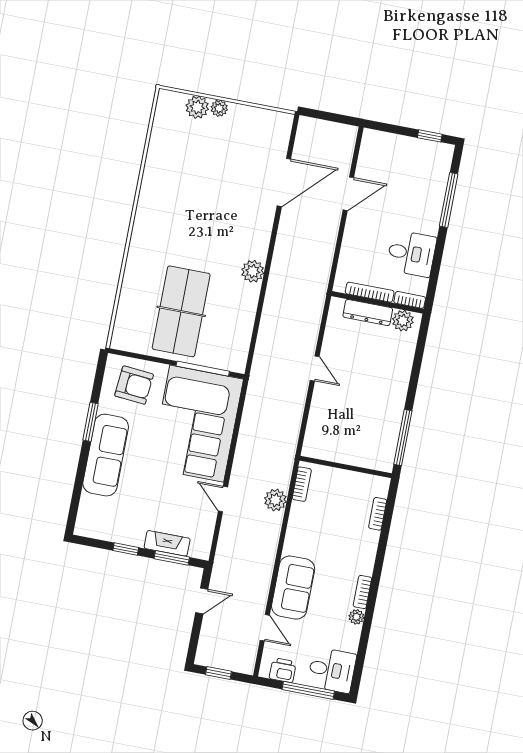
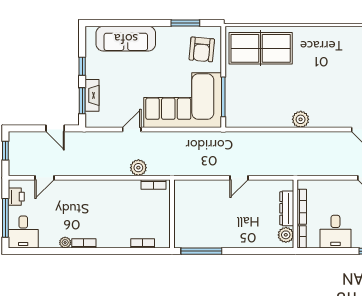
table tennis table: (181, 311) -> (261, 48), moved
window: (90, 422) -> (185, 23), moved
sofa: (106, 455) -> (126, 39), moved
sofa: (293, 588) -> (77, 193), removed

